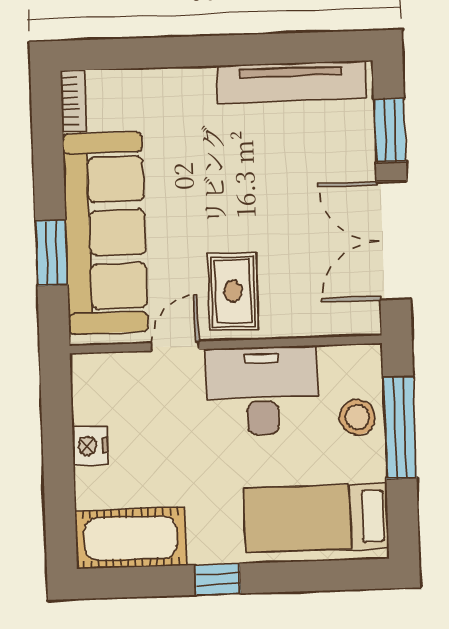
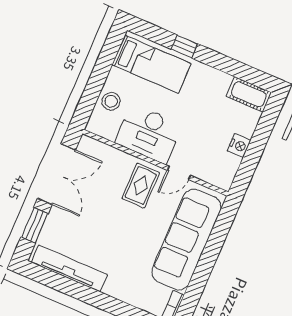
window: (51, 253) -> (215, 242), removed
window: (400, 428) -> (94, 87), removed
cot: (131, 538) -> (249, 94), width x0.73, depth x0.75
window: (218, 579) -> (184, 46), moved

